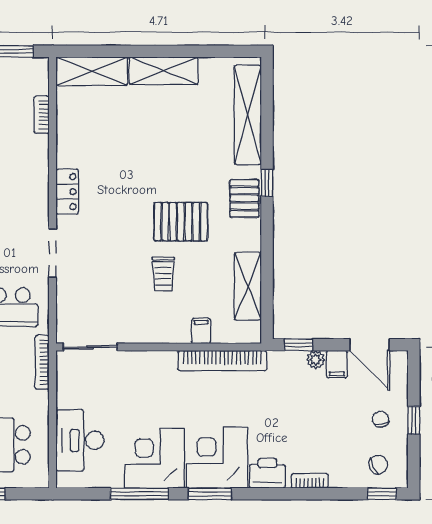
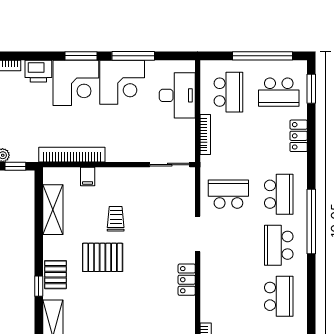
bookcase: (42, 362) -> (205, 135), moved

